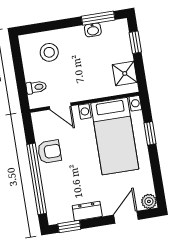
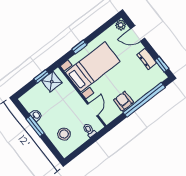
window: (98, 18) -> (35, 126), moved
window: (135, 42) -> (41, 76), moved

